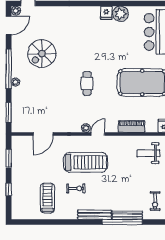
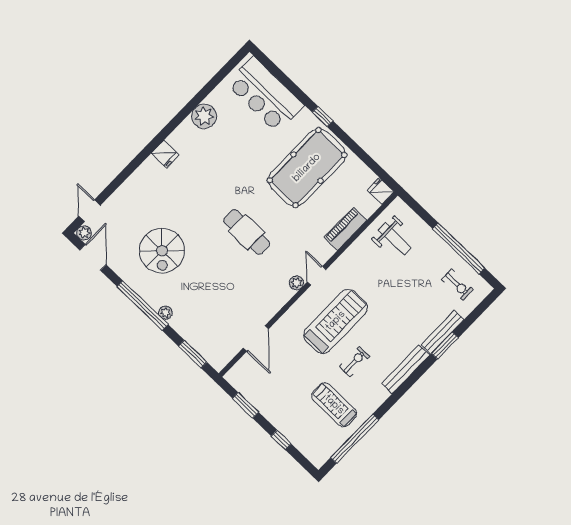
fridge: (106, 13) -> (165, 154), moved
cafe table: (87, 83) -> (247, 232), width x1.37, depth x1.35
weight bench: (148, 153) -> (395, 239), turned -90
window: (41, 222) -> (355, 439), added
window: (122, 222) -> (445, 346), width x0.47

